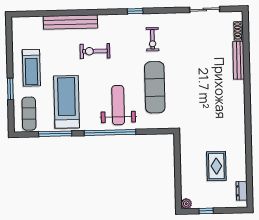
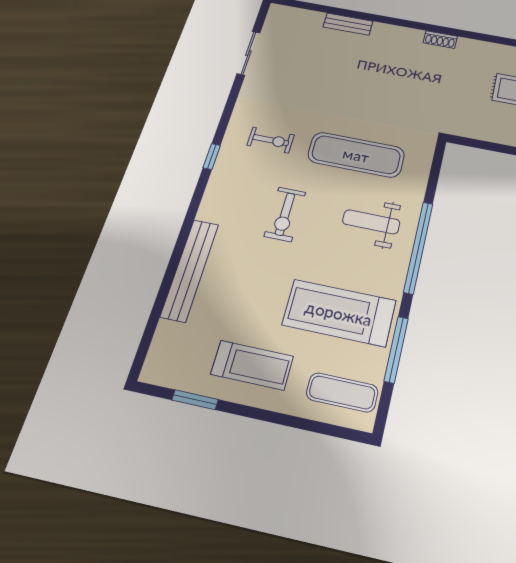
shoe rack: (239, 31) -> (440, 40), moved
exercise bike: (95, 51) -> (285, 214), moved
bench: (239, 60) -> (348, 24), width x0.73
window: (10, 89) -> (195, 400), moved
weight bench: (118, 105) -> (371, 222), width x0.73, depth x0.75

